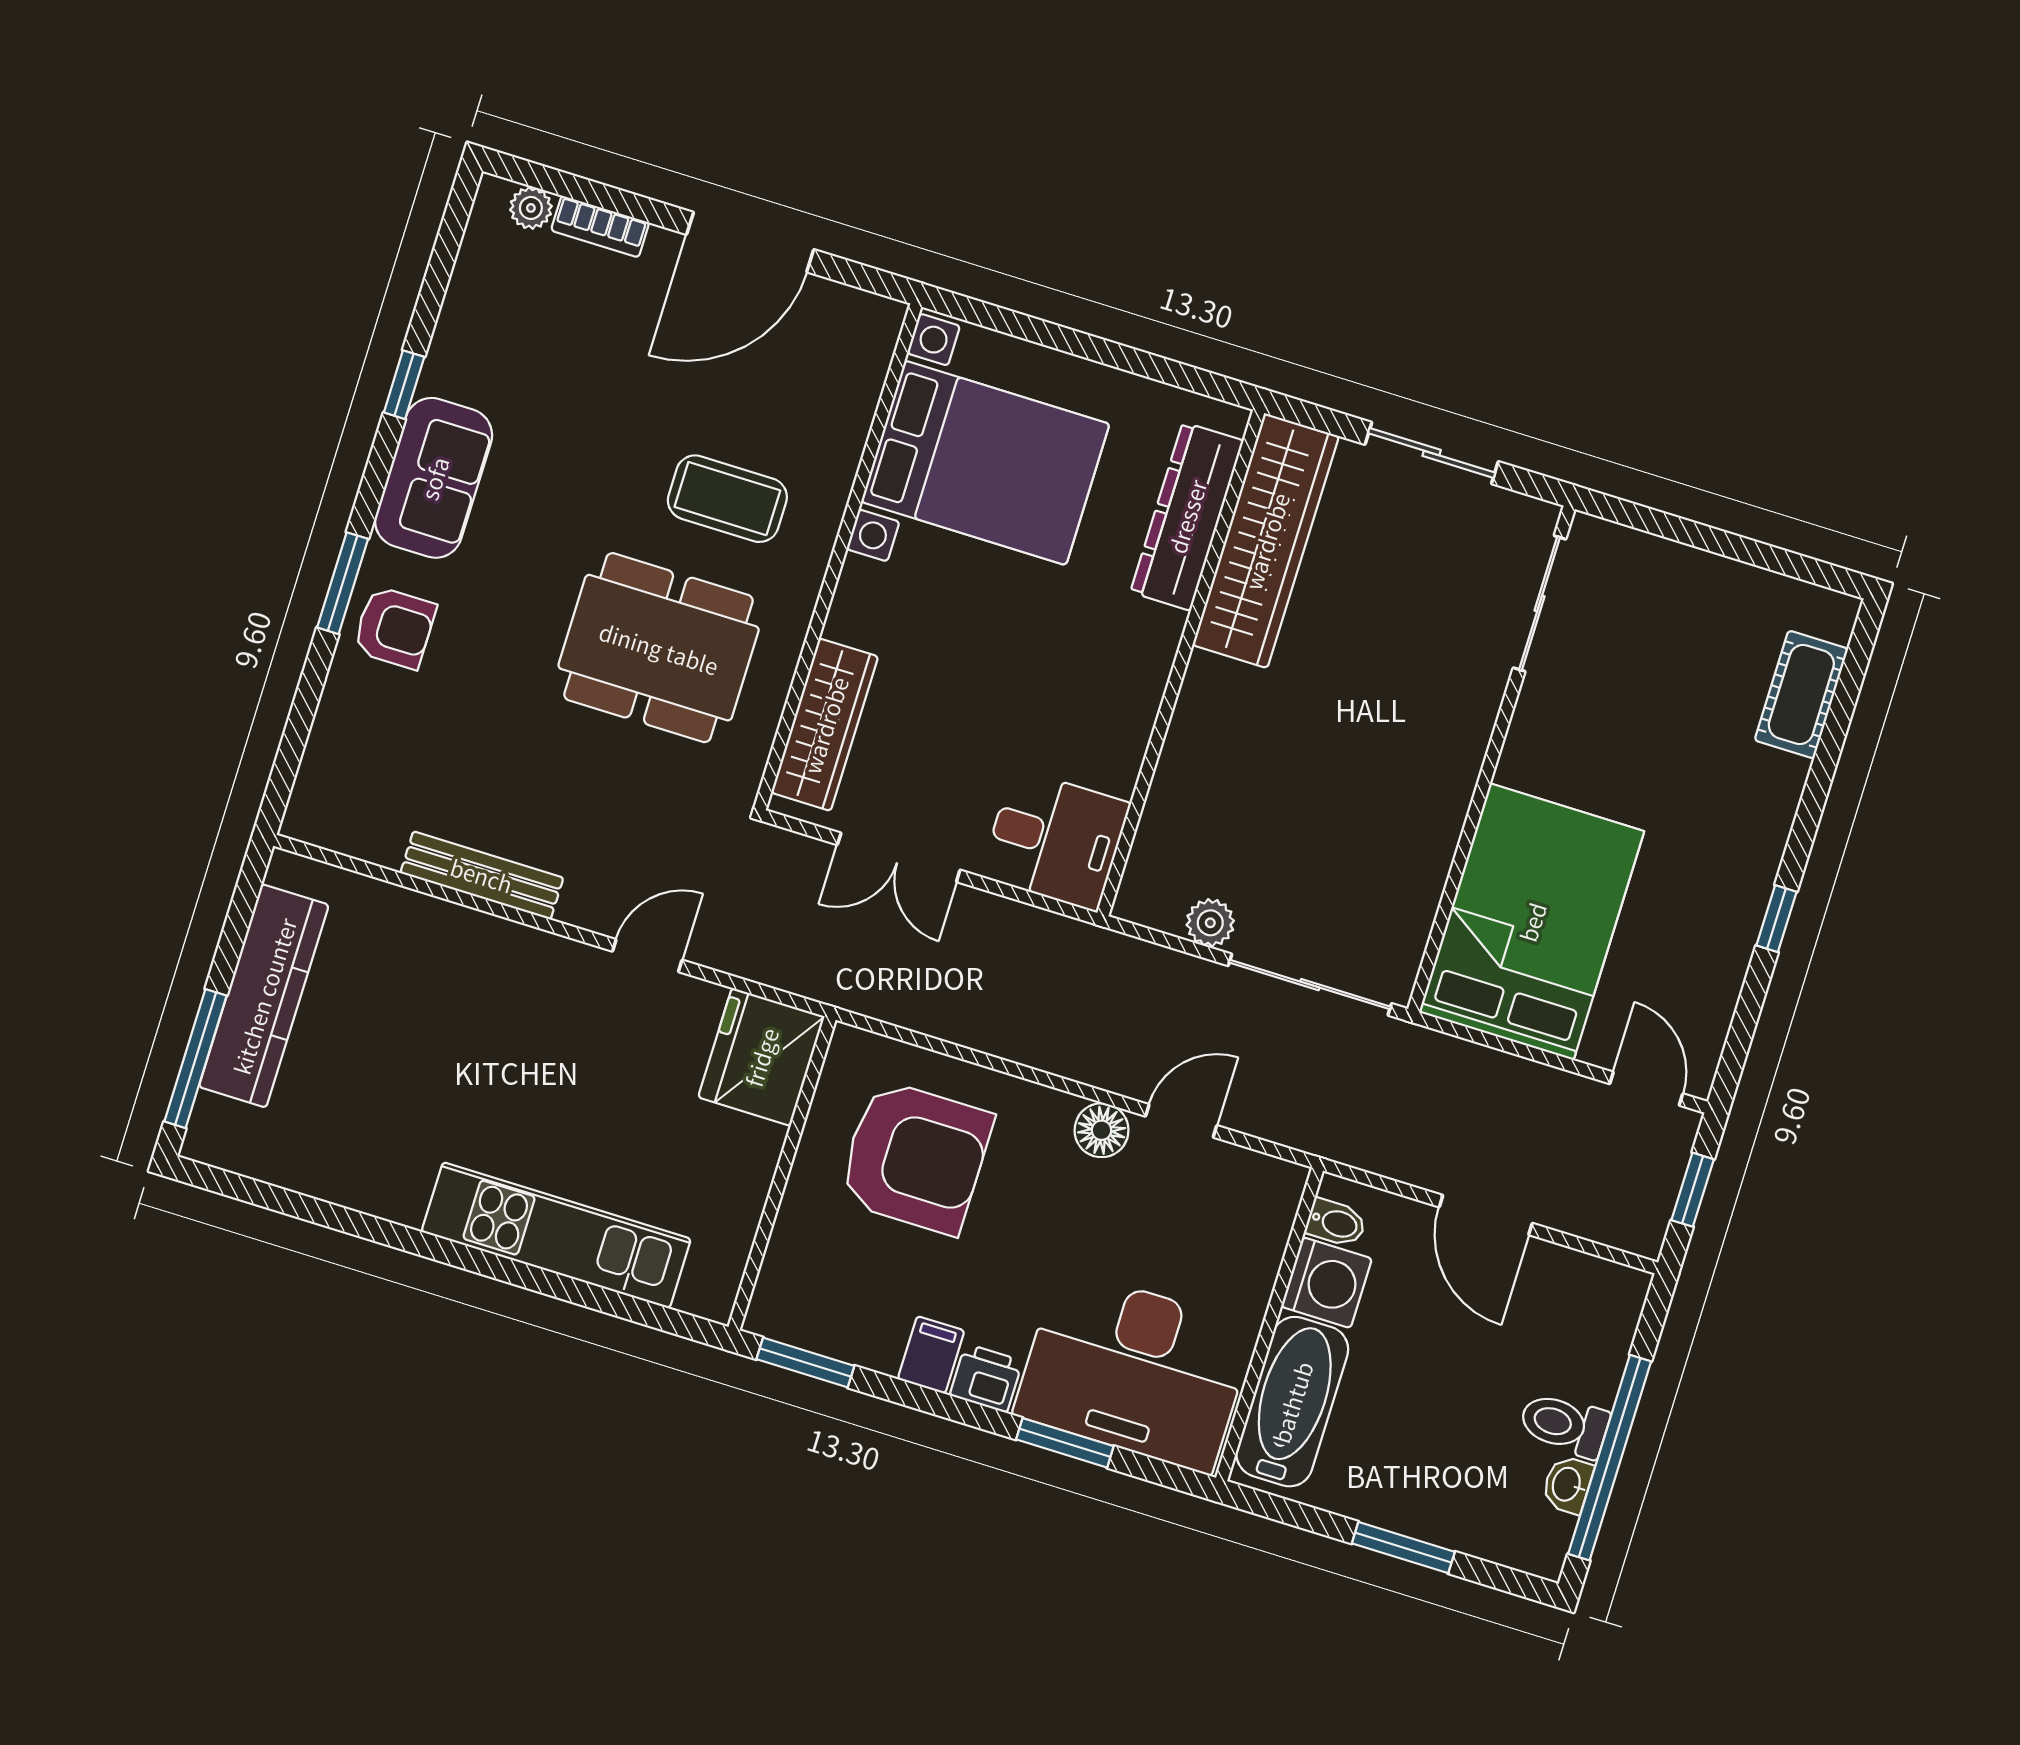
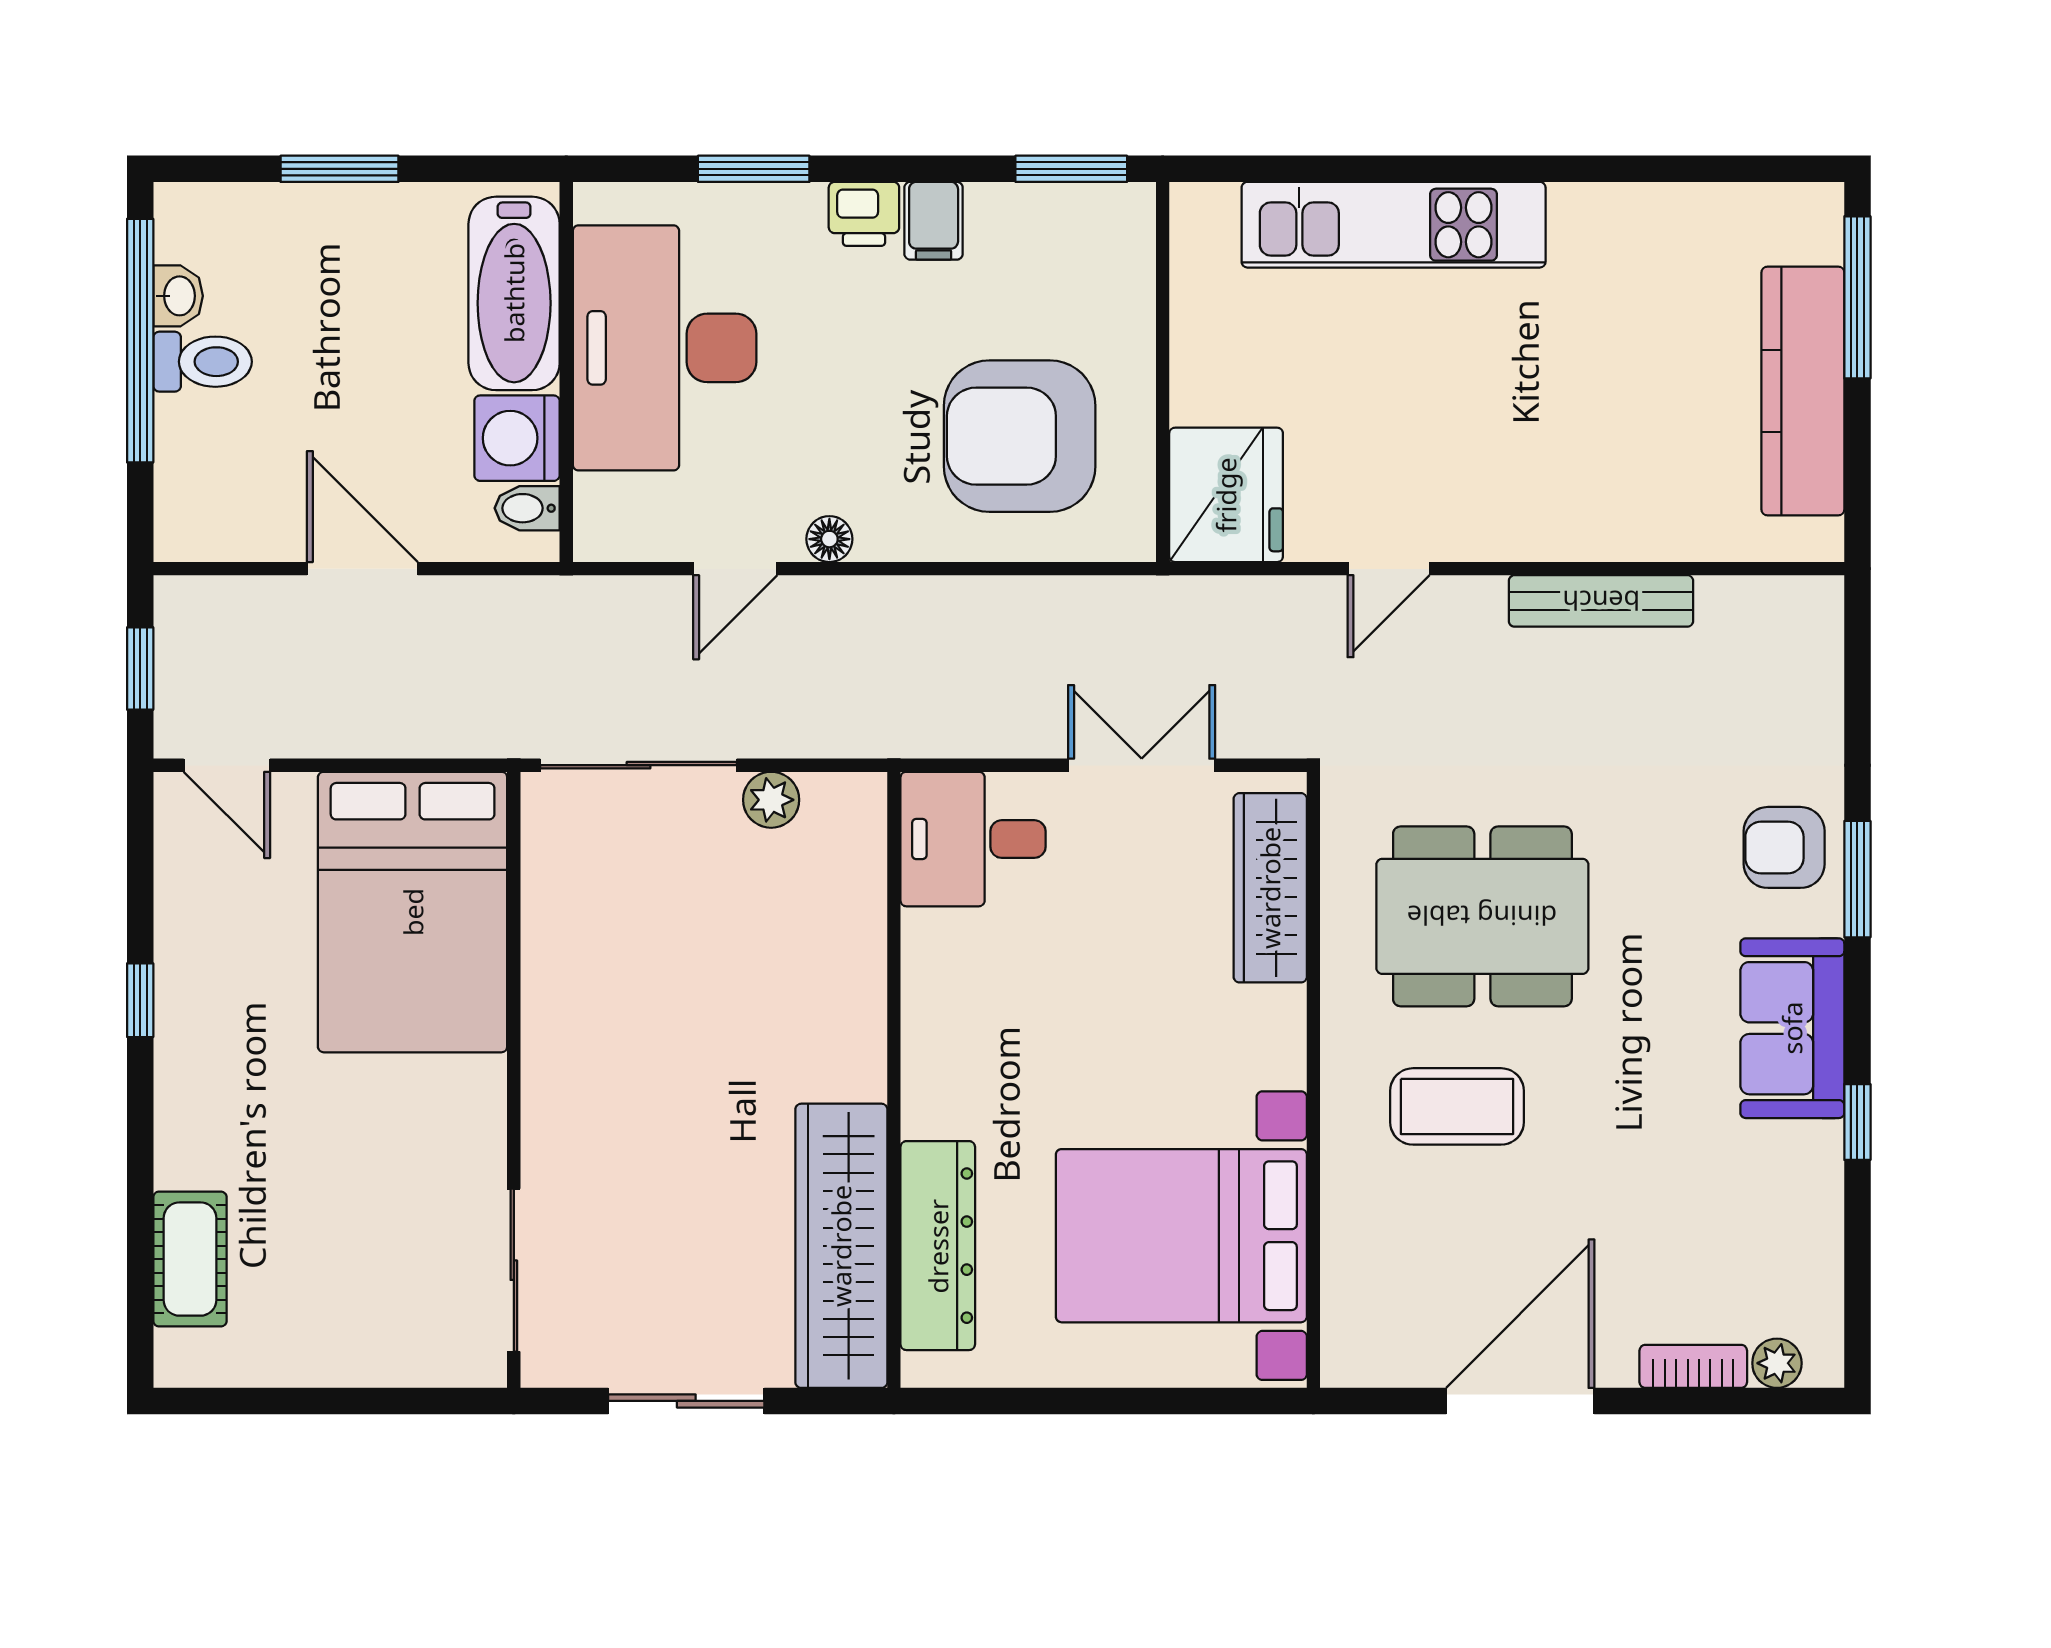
floor lamp: (1102, 1130) -> (829, 539), width x0.73, depth x0.73
desk: (1135, 1370) -> (665, 348), moved, turned -90

